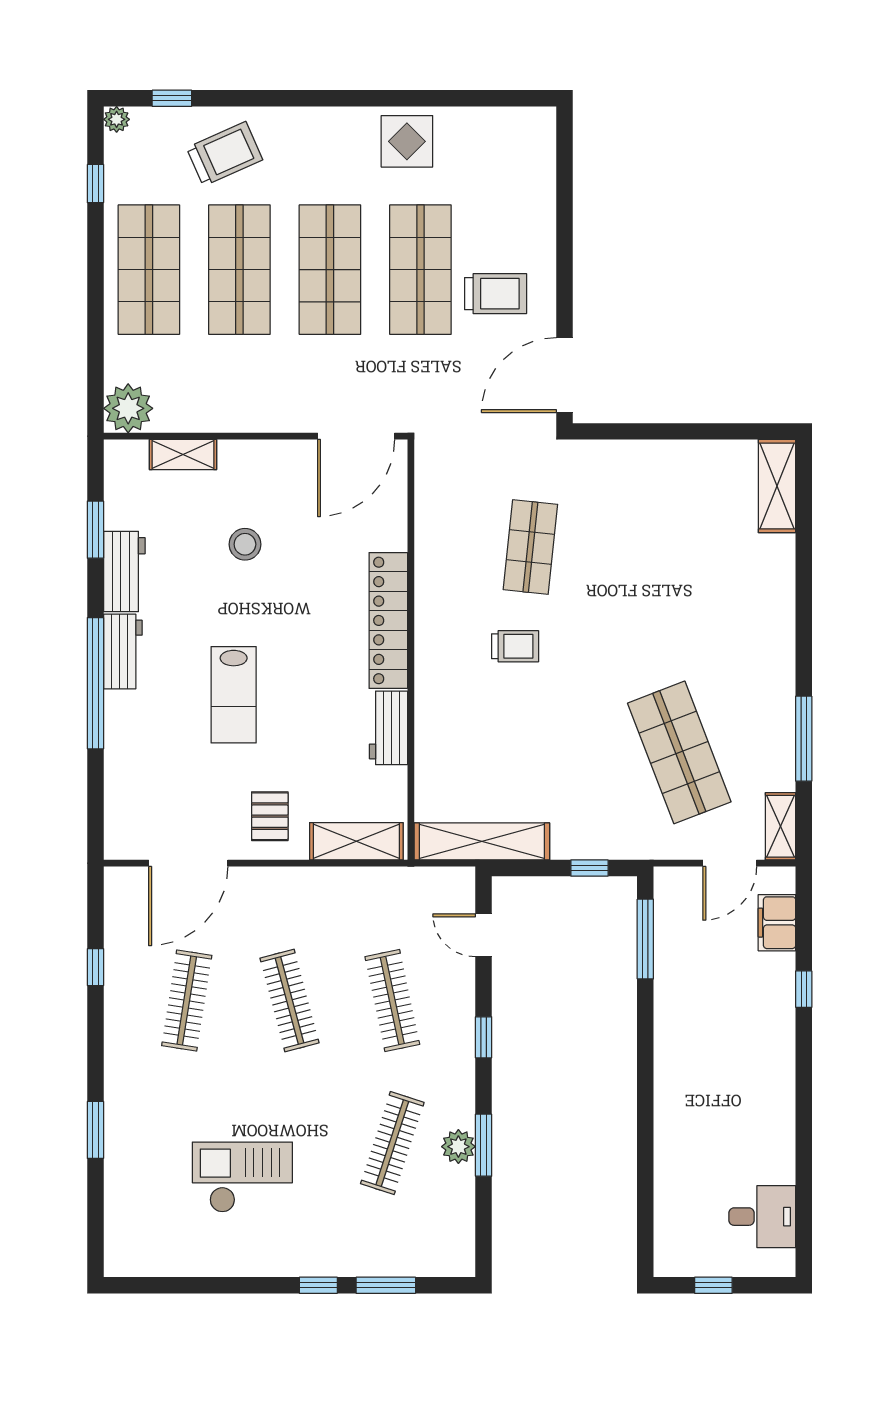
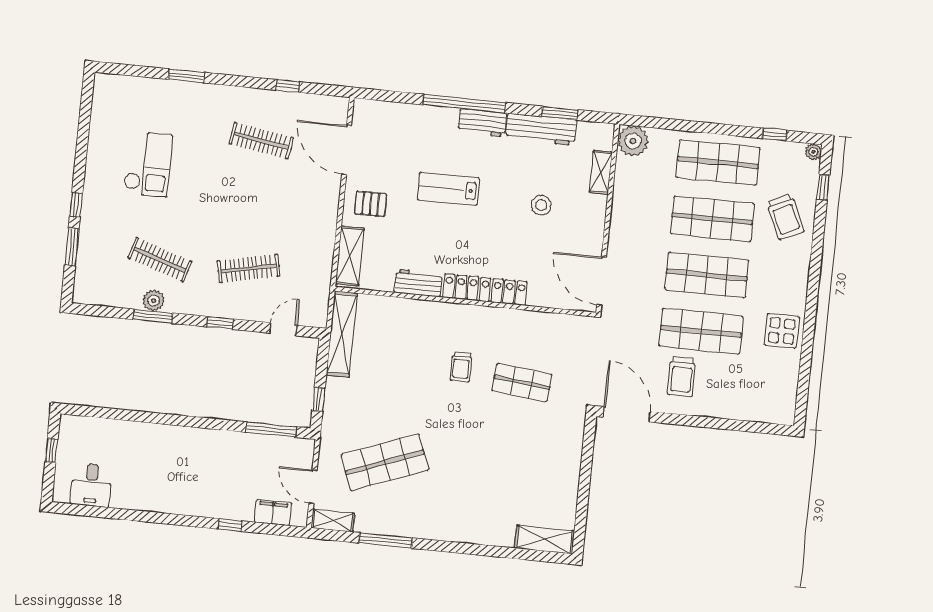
workbench: (124, 571) -> (541, 129), width x1.38
clothes rail: (290, 1001) -> (255, 205), removed

